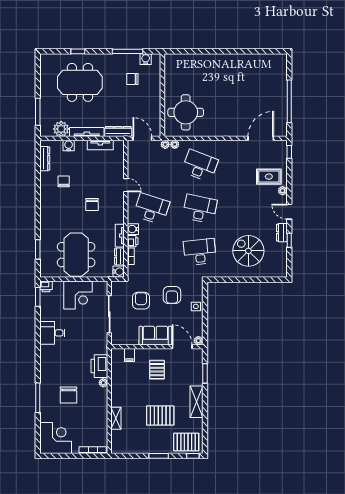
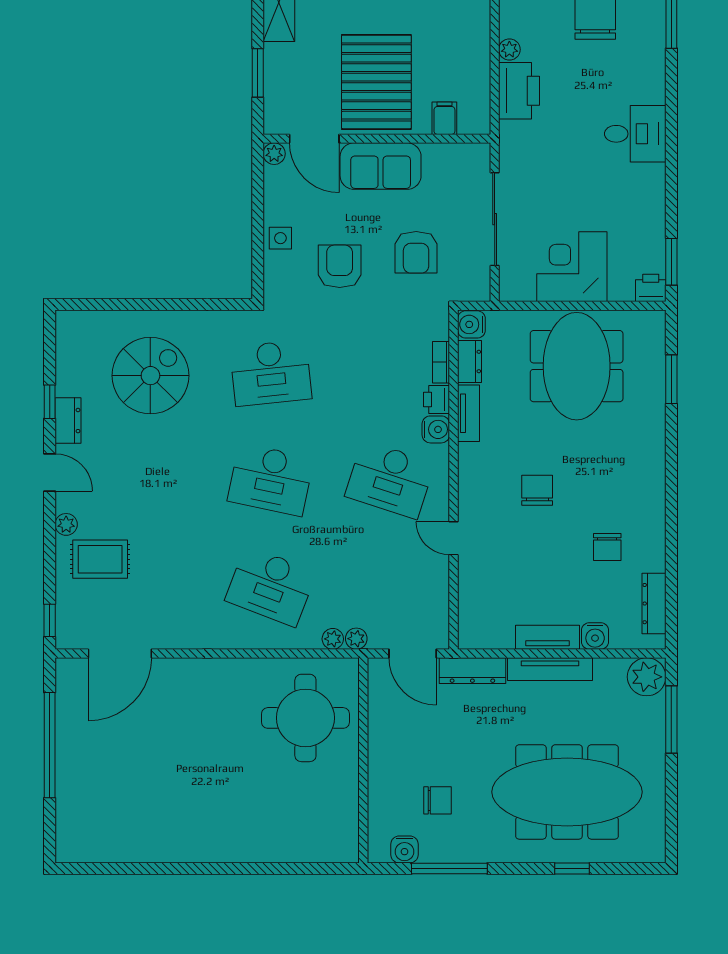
meeting table: (80, 82) -> (567, 792), width x1.36
plant: (61, 129) -> (647, 677), moved
tv unit: (100, 145) -> (548, 637), moved
spiral stairs: (248, 251) -> (150, 376), turned -90
desk: (52, 333) -> (635, 134), moved
pallet: (157, 370) -> (376, 82), width x2.05, depth x2.00

